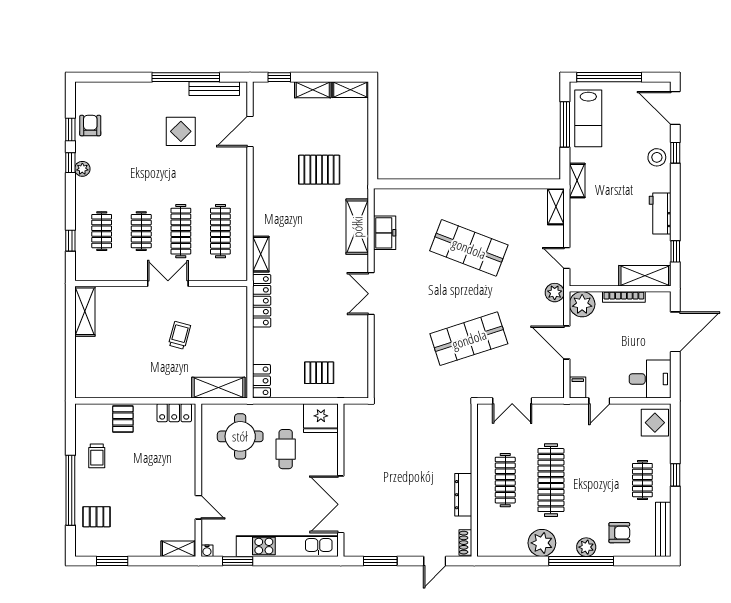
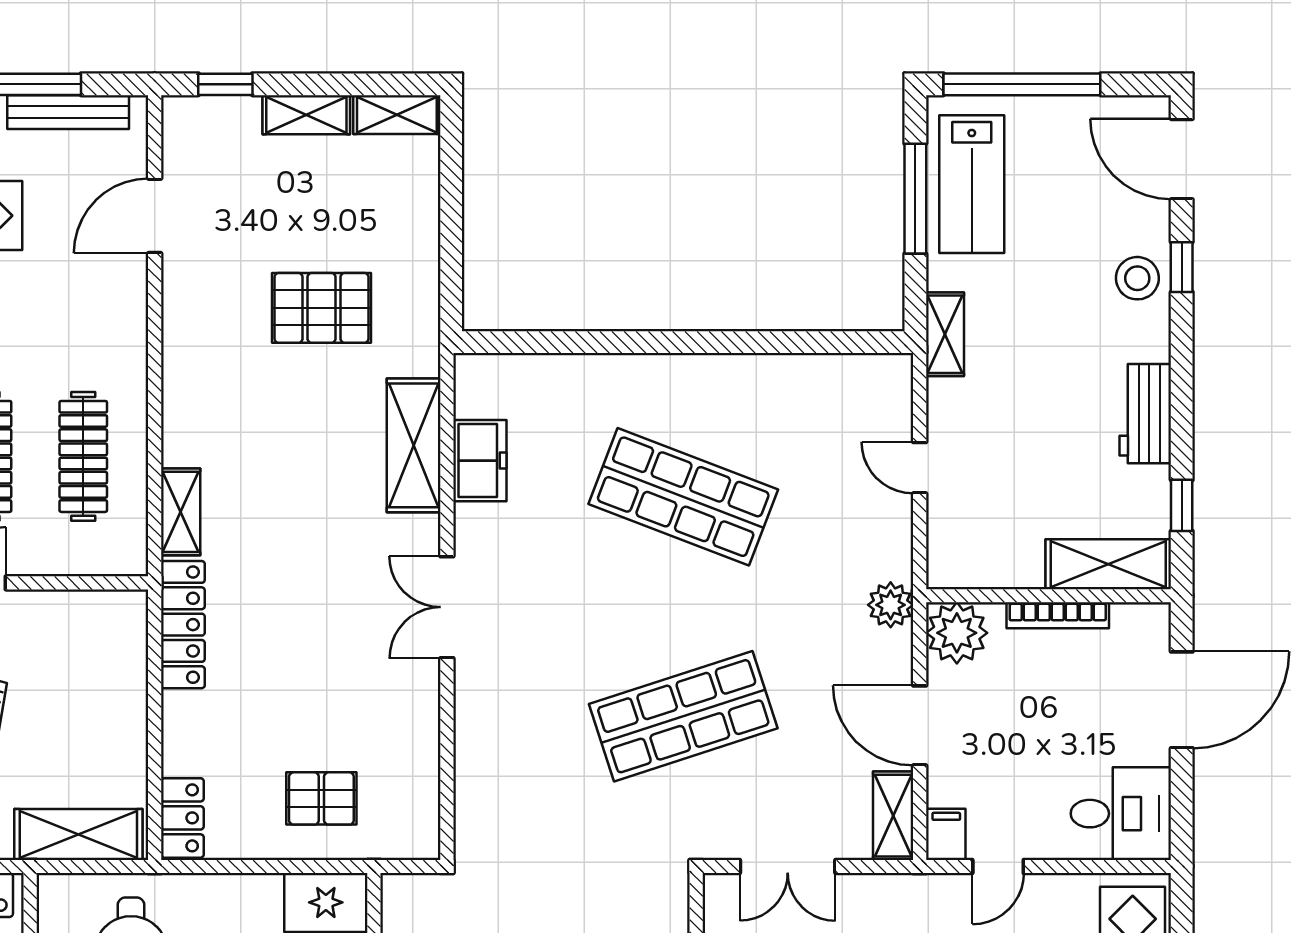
shelving: (556, 207) -> (893, 816), moved
door: (567, 258) -> (920, 468), moved

